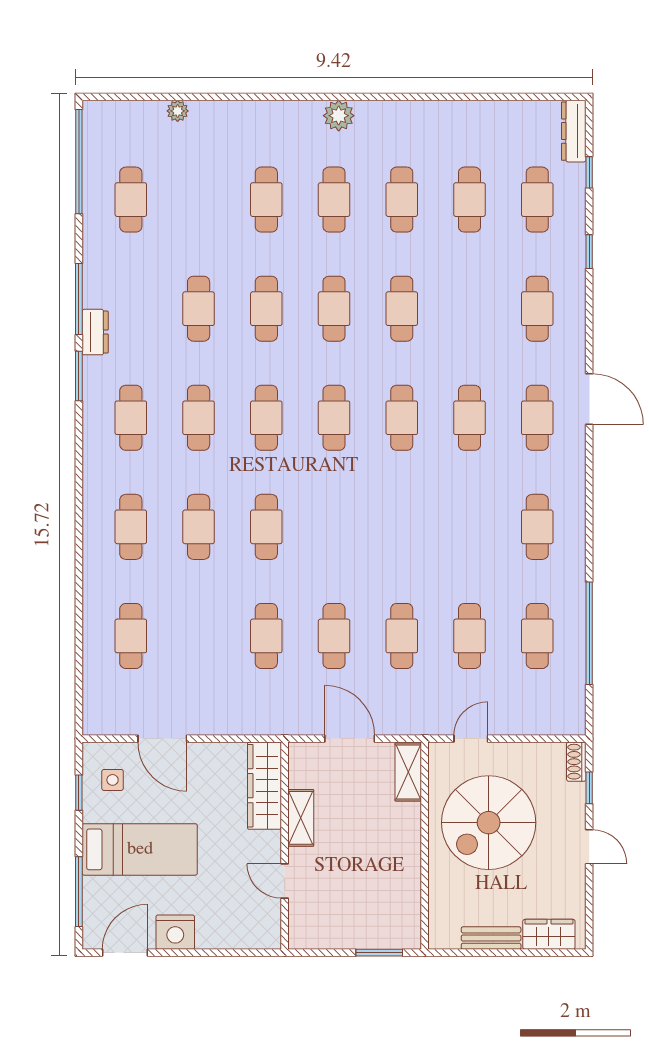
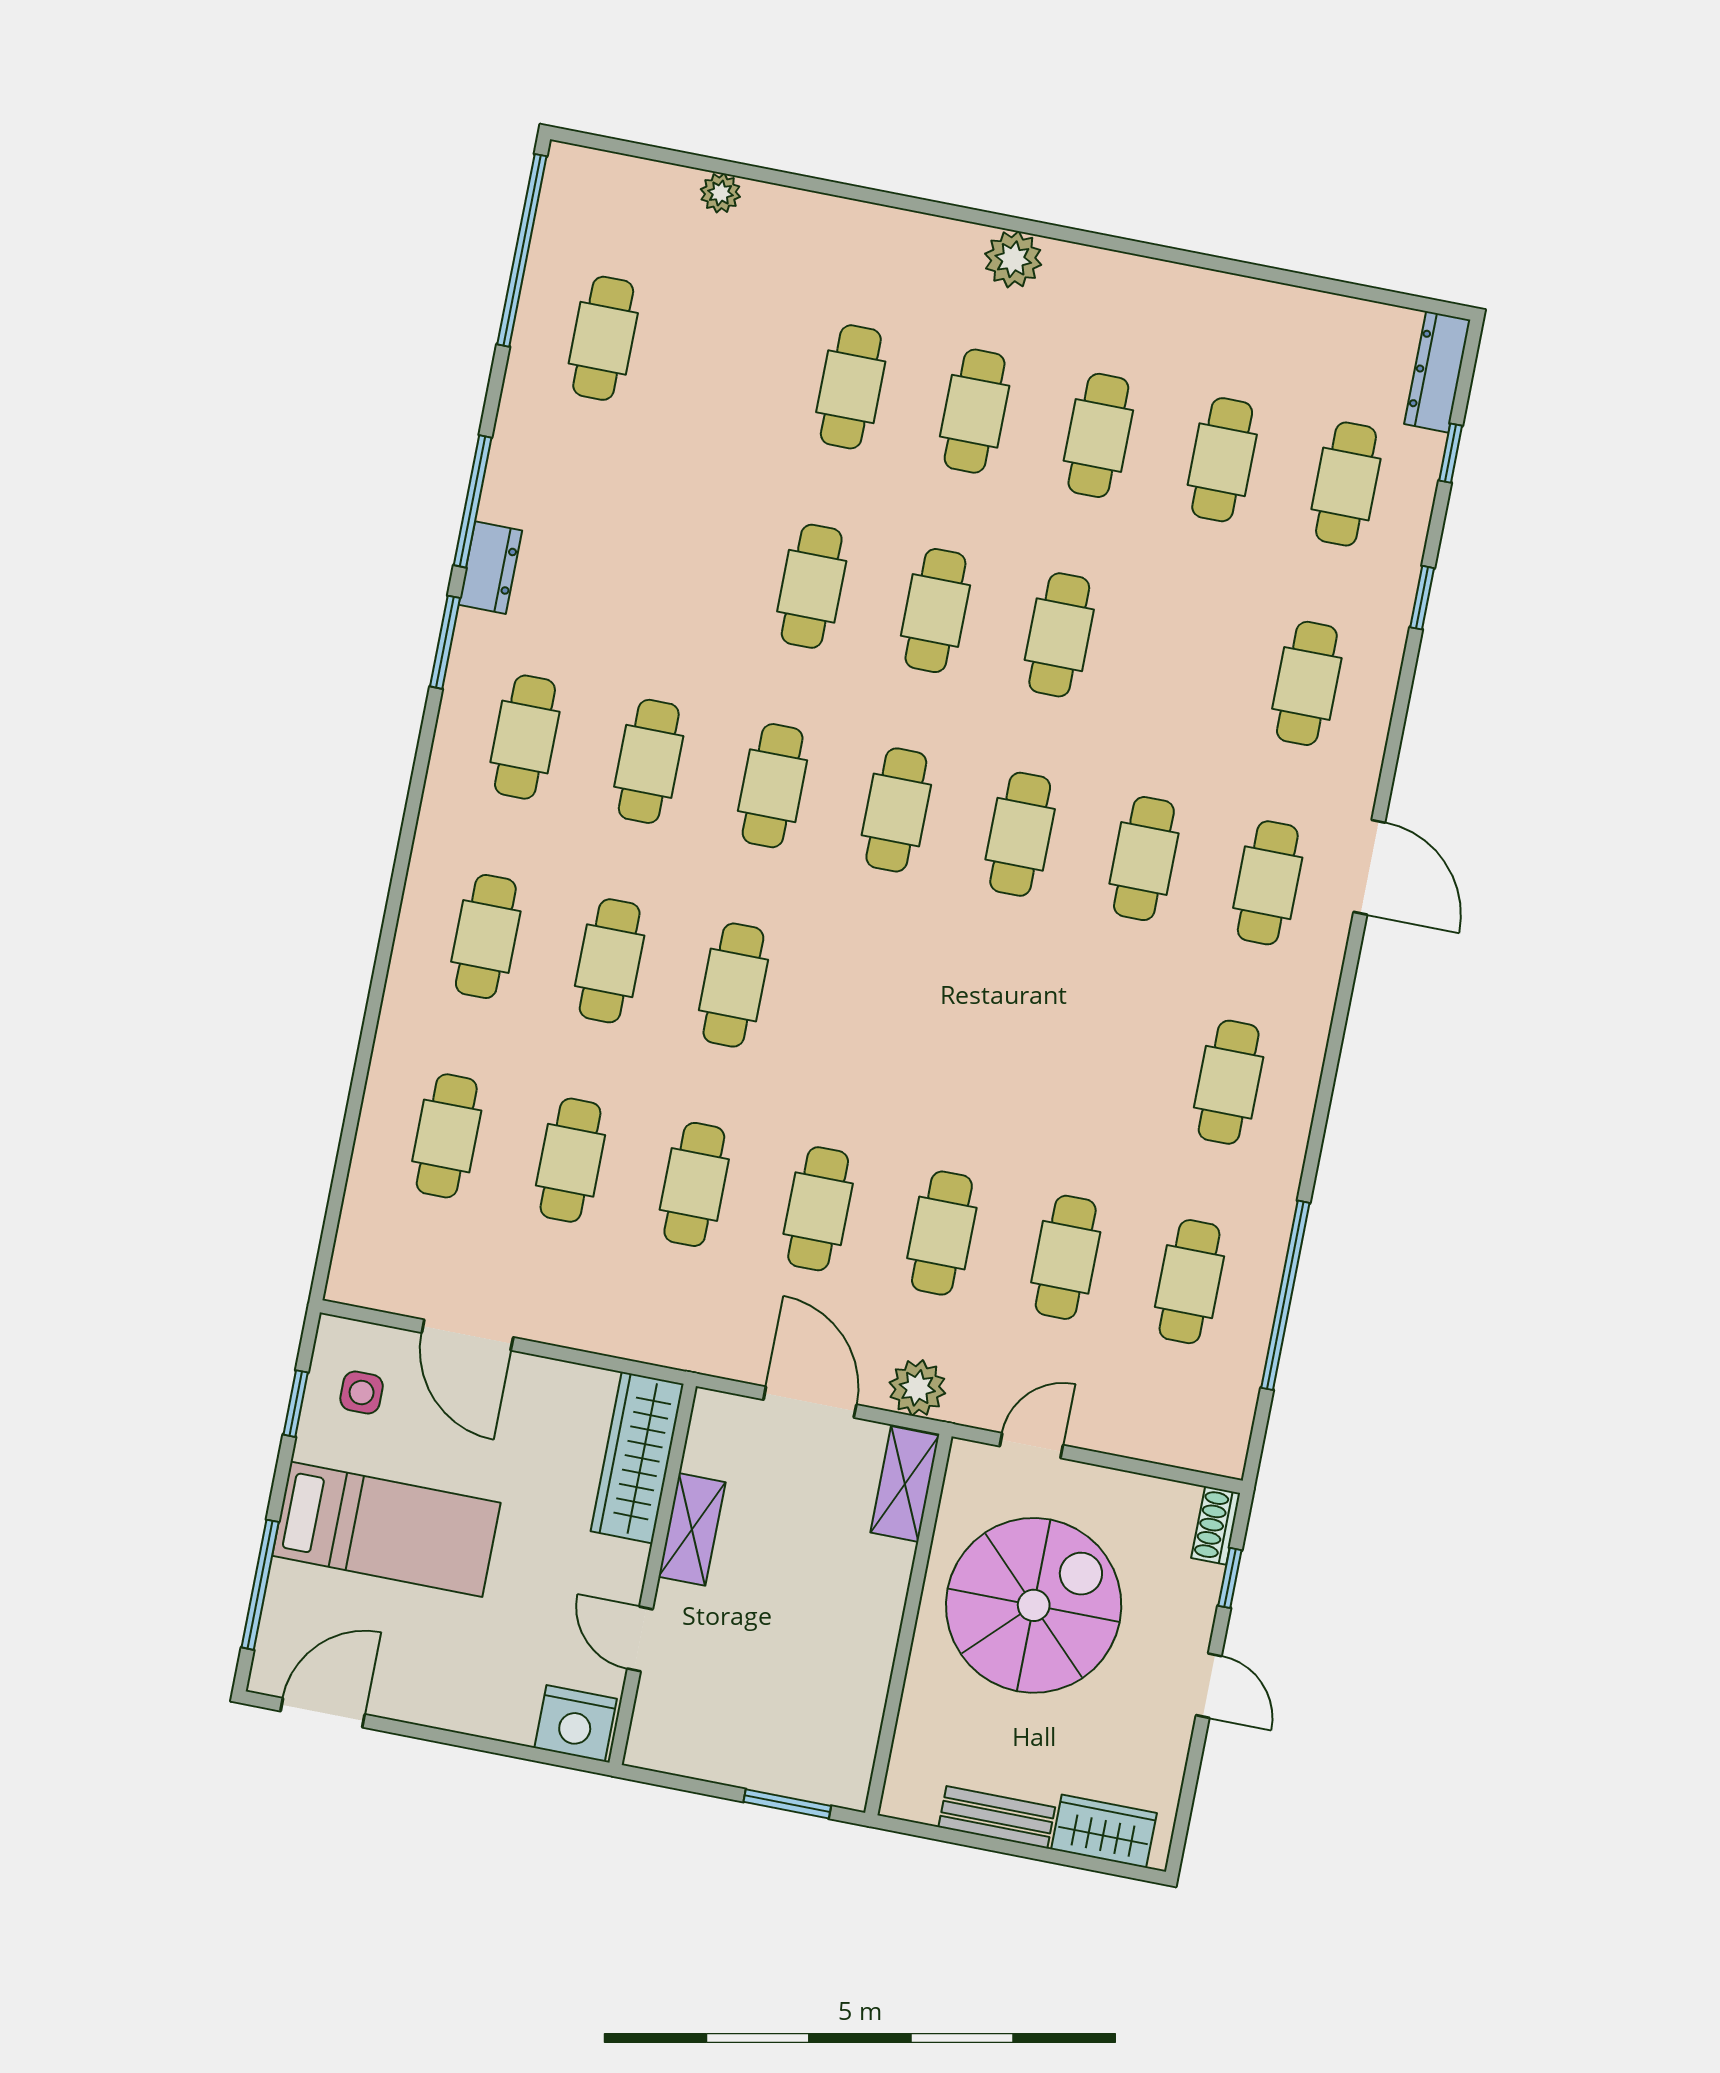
cafe table: (199, 309) -> (571, 1160), moved
plant: (405, 720) -> (917, 1388), added
spiral stairs: (489, 823) -> (1034, 1605), turned 180
nightstand: (175, 932) -> (576, 1723), moved

